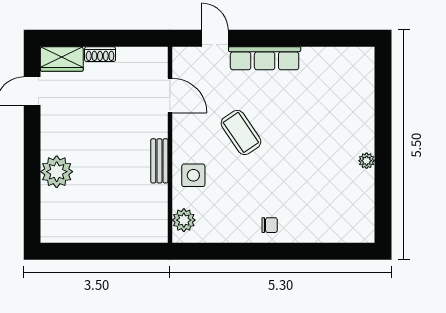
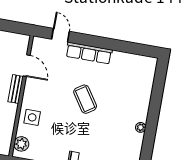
coffee table: (241, 132) -> (85, 99), moved
bench: (159, 161) -> (16, 89), moved

